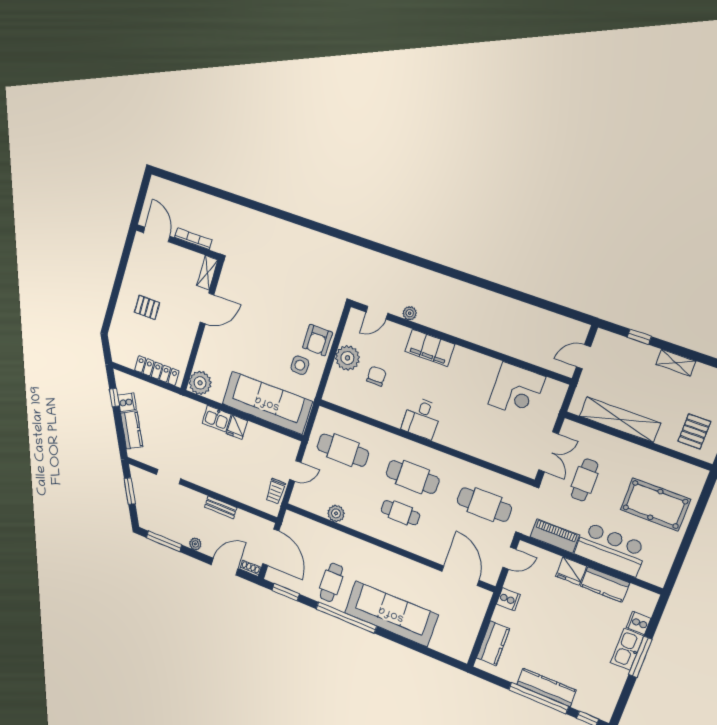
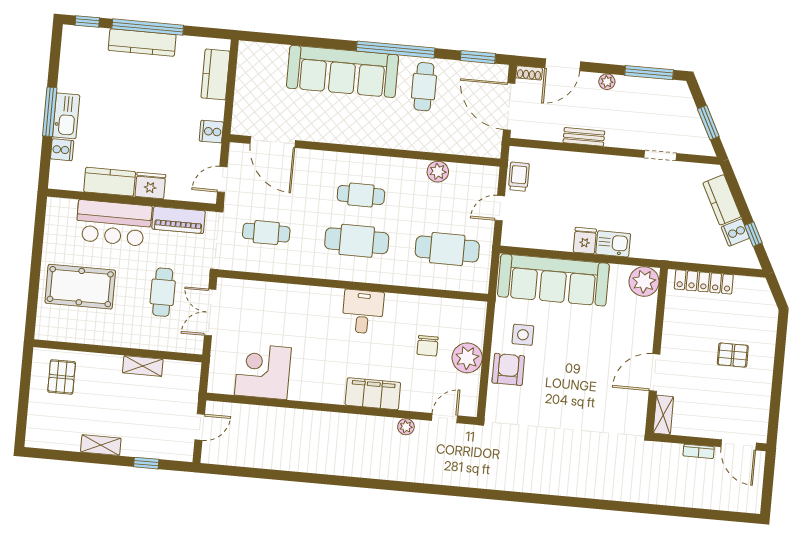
bookcase: (193, 239) -> (699, 451), width x0.64
shelving: (620, 420) -> (143, 366), width x0.45, depth x0.75
cafe table: (484, 505) -> (266, 233), width x0.73, depth x0.74

